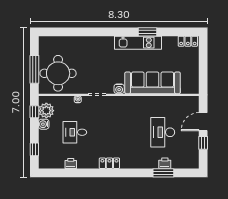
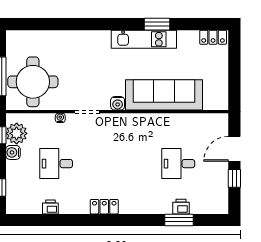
desk: (163, 132) -> (178, 164), width x0.73

